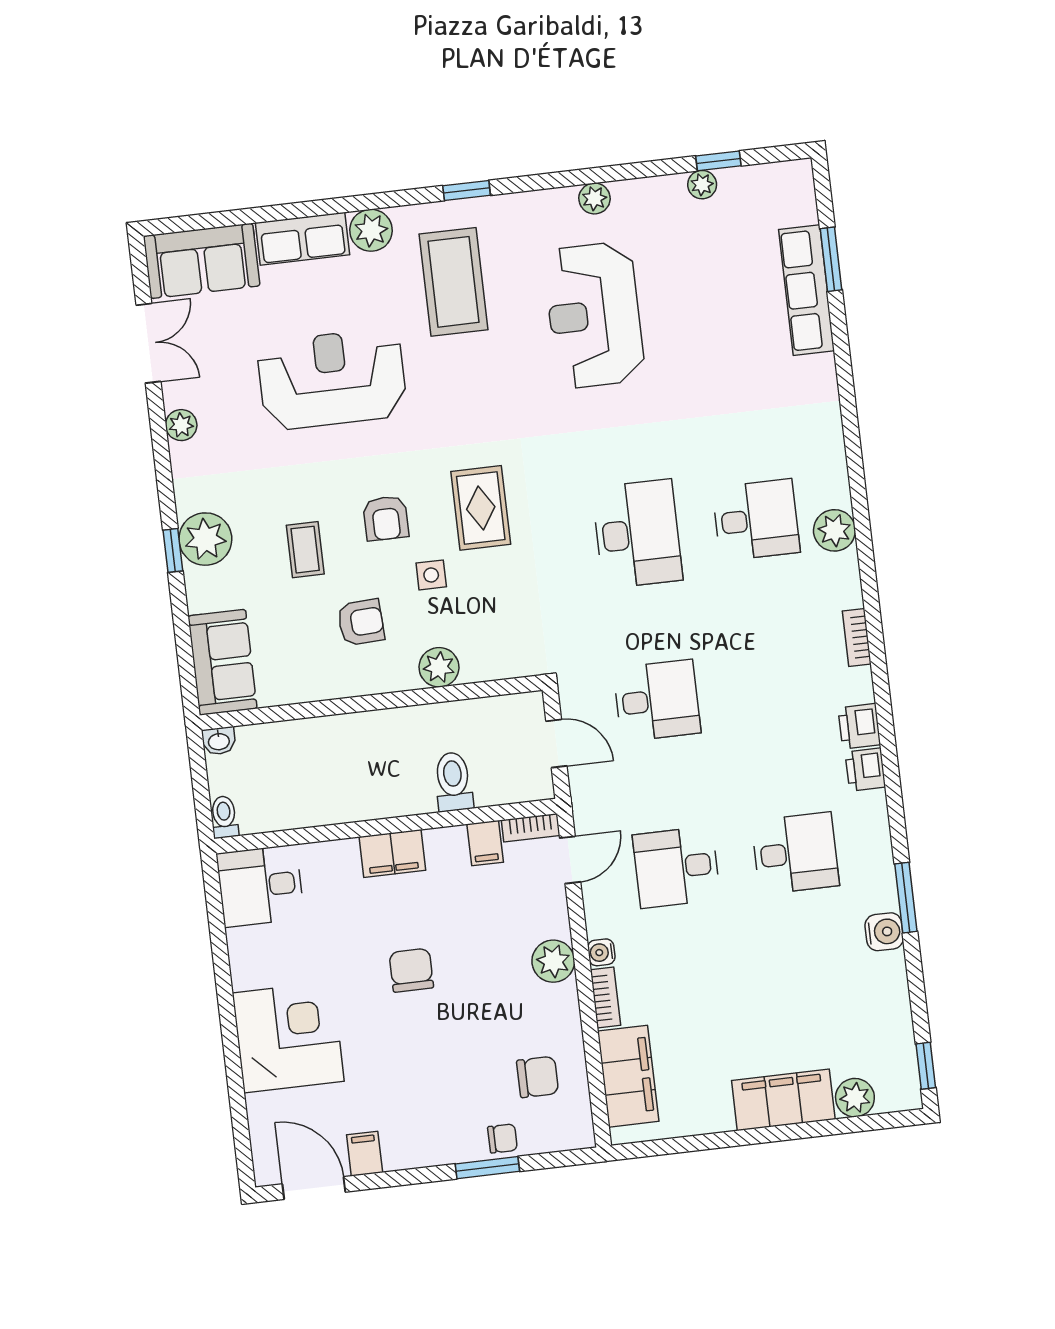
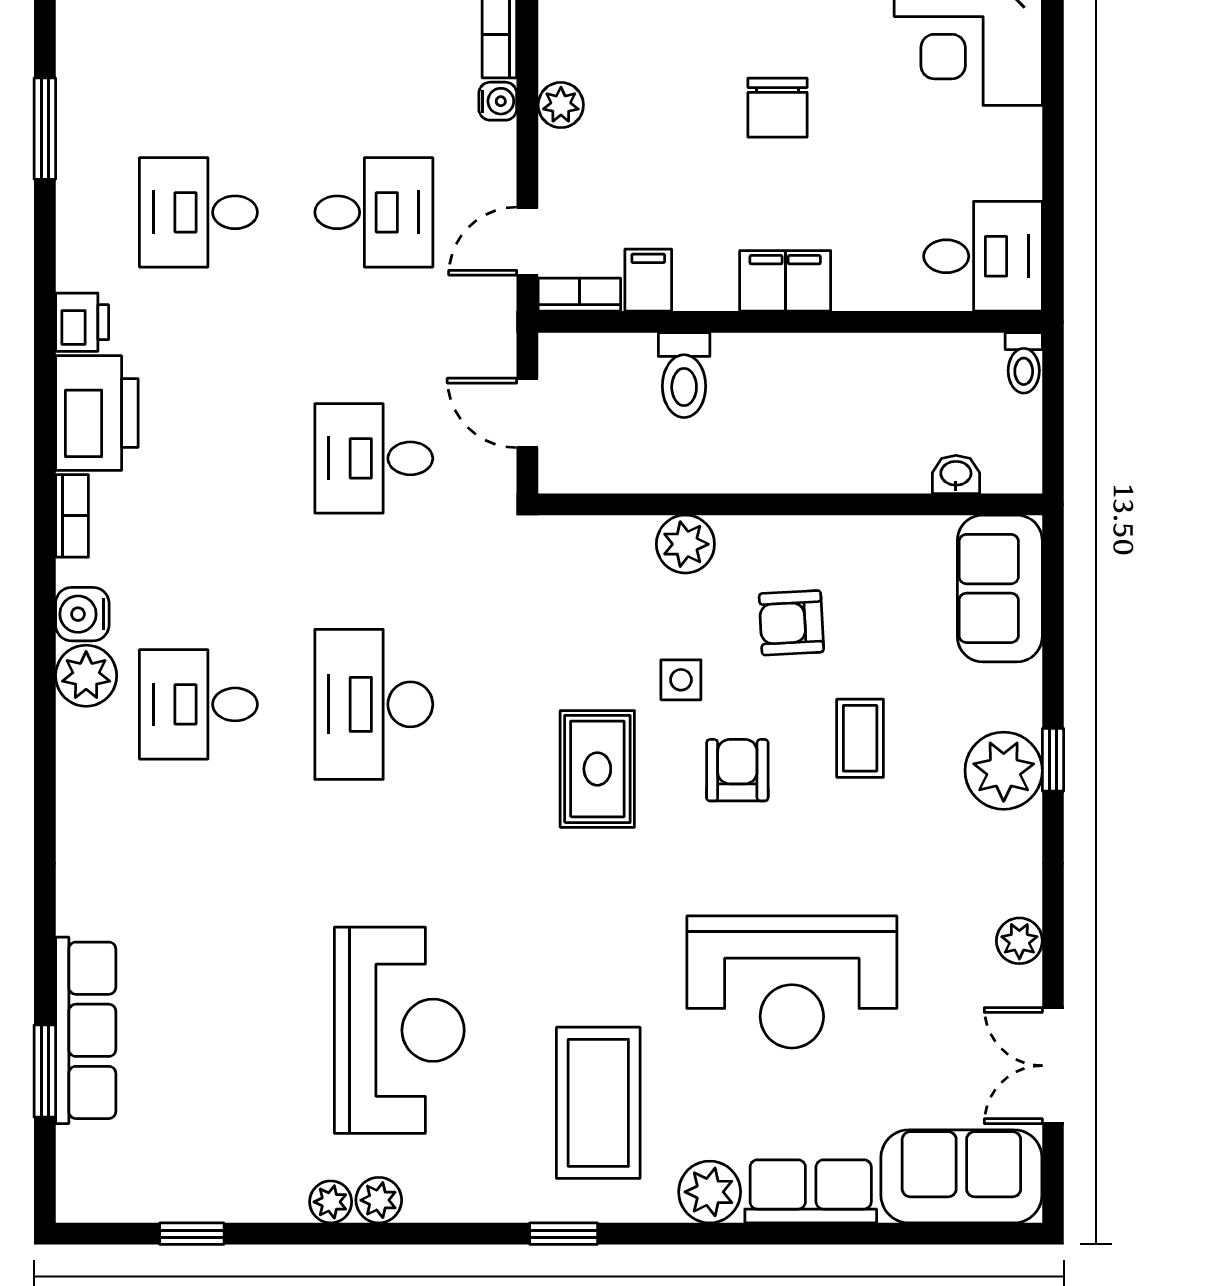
plant: (702, 185) -> (331, 1202), moved
printer: (859, 726) -> (97, 413), width x1.87, depth x1.48
washbasin: (219, 741) -> (956, 474), moved
water cooler: (884, 932) -> (82, 614), moved
plant: (553, 961) -> (561, 105), width x0.73, depth x0.73

